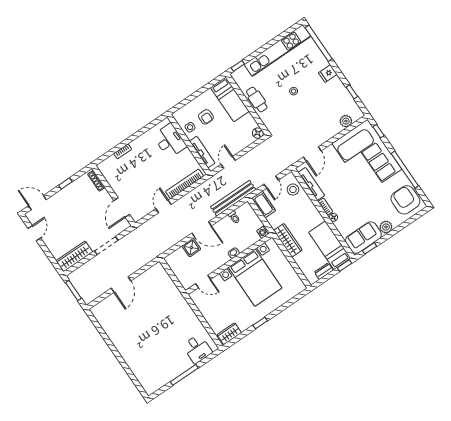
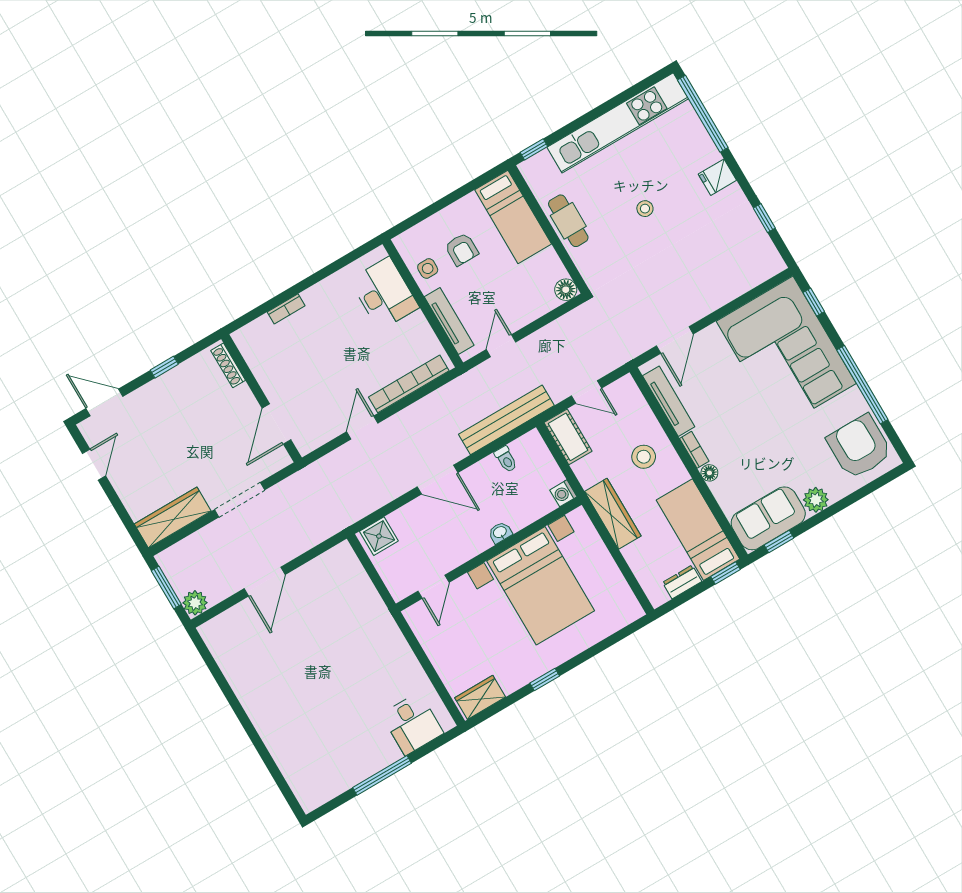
plant: (346, 121) -> (195, 603), moved
door: (271, 182) -> (587, 392), hinge flipped
stool: (293, 190) -> (644, 457), moved
shower: (191, 248) -> (379, 536), moved
door: (203, 282) -> (433, 587), hinge flipped

